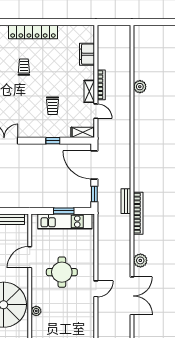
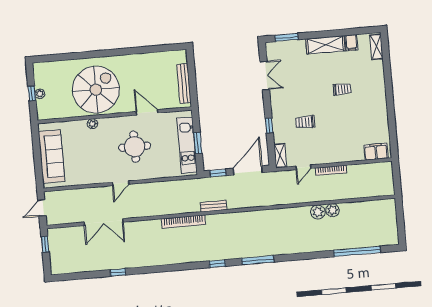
locker: (33, 32) -> (379, 95), removed
filing cabinet: (87, 54) -> (376, 152), moved
shelving: (89, 91) -> (323, 159), removed
bookcase: (138, 213) -> (183, 222), moved
plant: (140, 260) -> (318, 212), moved
door: (96, 289) -> (121, 183), hinge flipped
double door: (132, 296) -> (103, 222), moved

